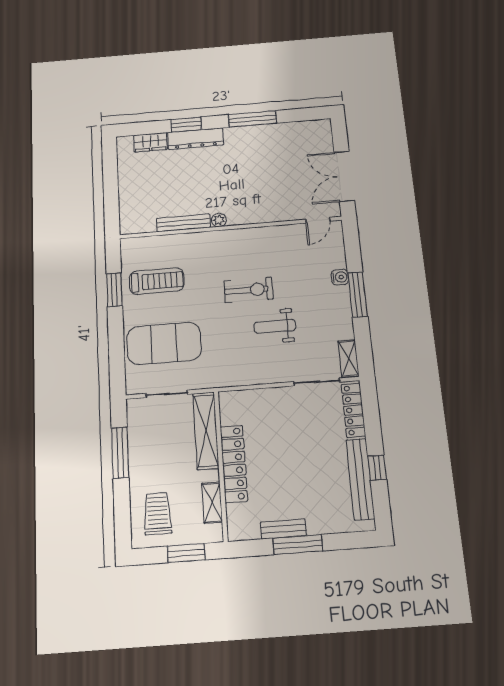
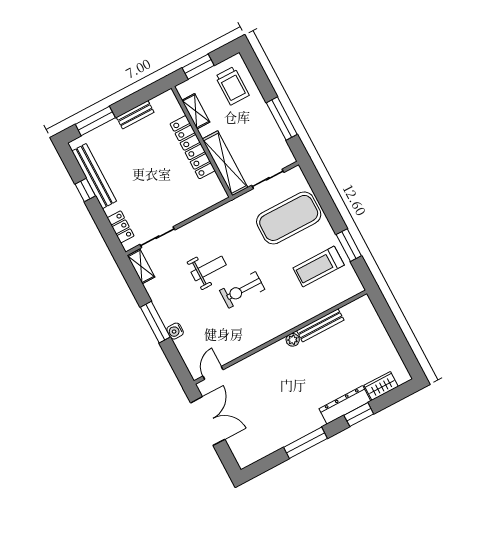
locker: (353, 410) -> (121, 227), width x0.66
window: (298, 545) -> (95, 121), moved

